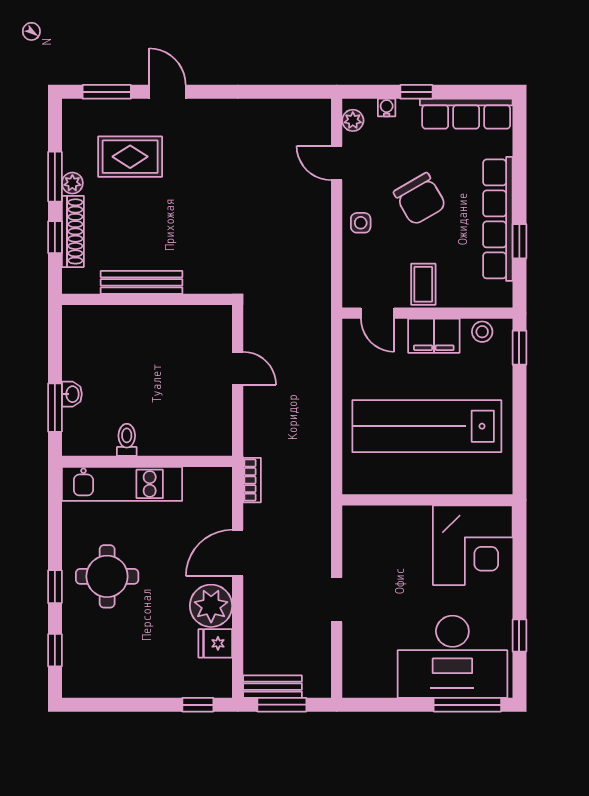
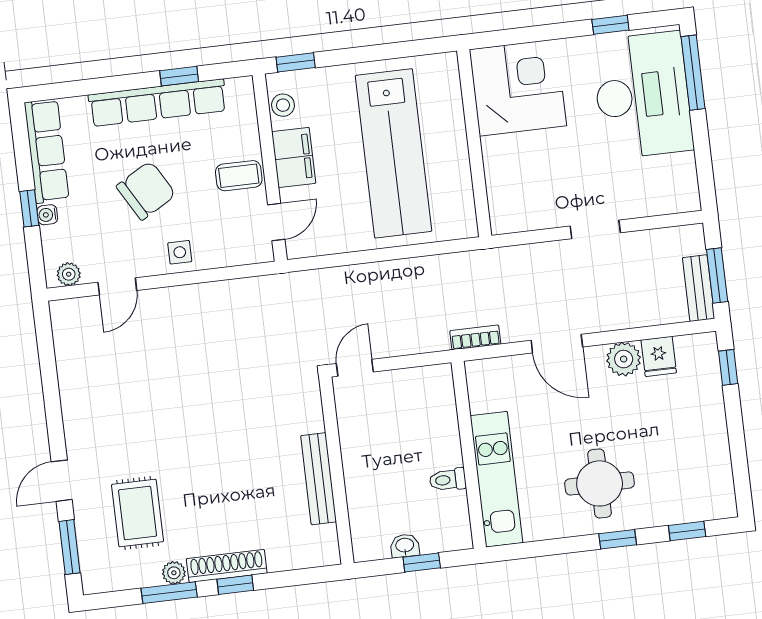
water cooler: (387, 108) -> (47, 215), moved
bench: (142, 282) -> (319, 479), moved
wall: (147, 299) -> (336, 471), moved
window: (55, 408) -> (422, 563), width x0.67
plant: (211, 606) -> (624, 359), width x0.73, depth x0.73

